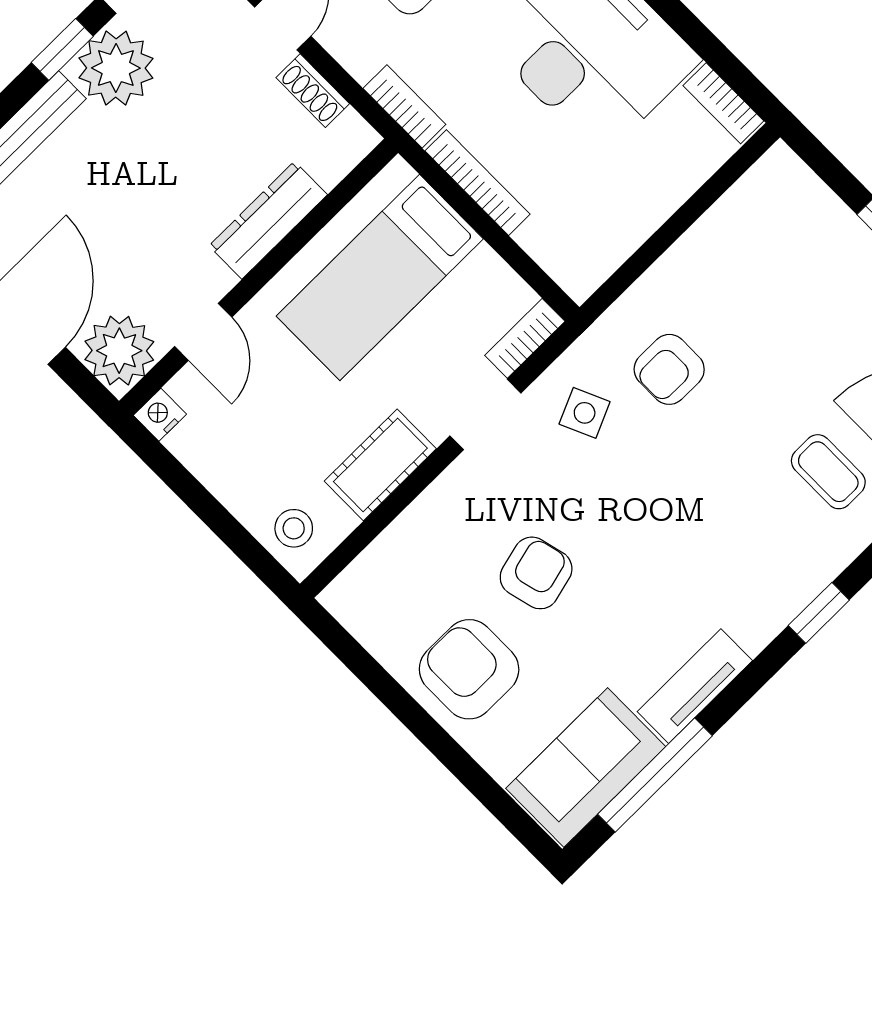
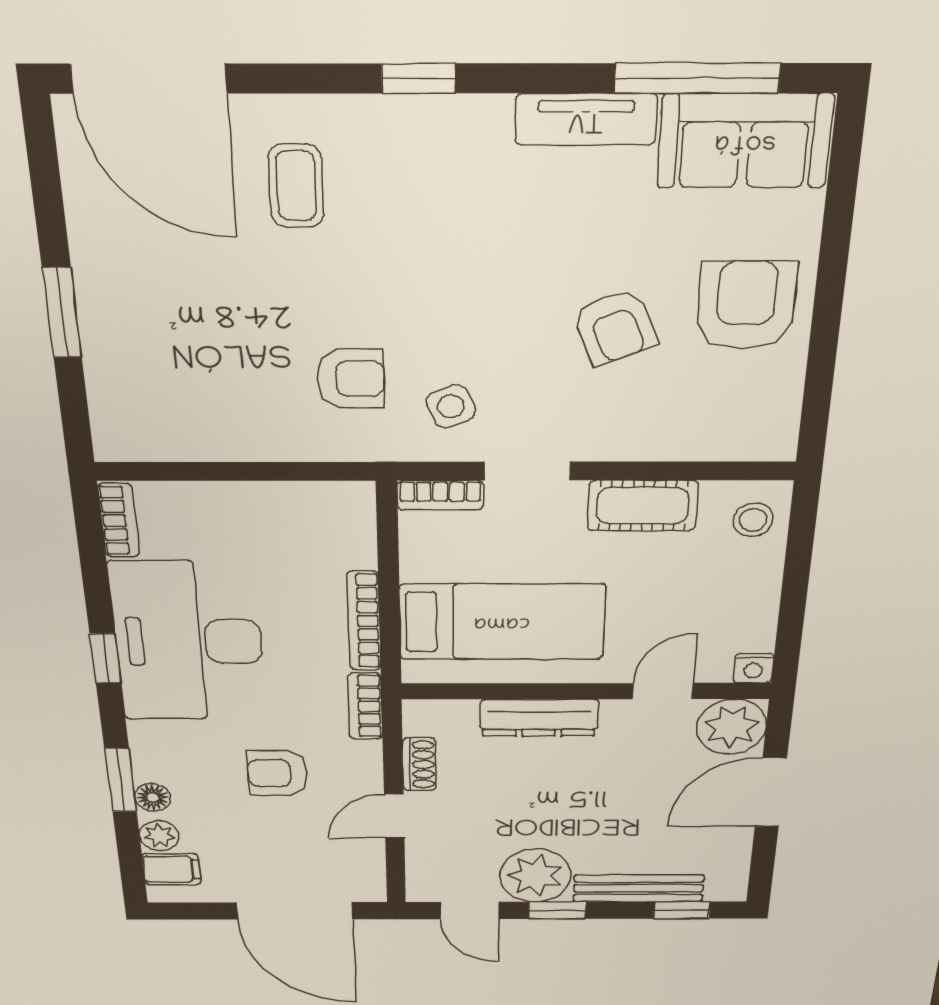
armchair: (536, 573) -> (615, 327), turned -98
armchair: (469, 669) -> (746, 305), turned 180

